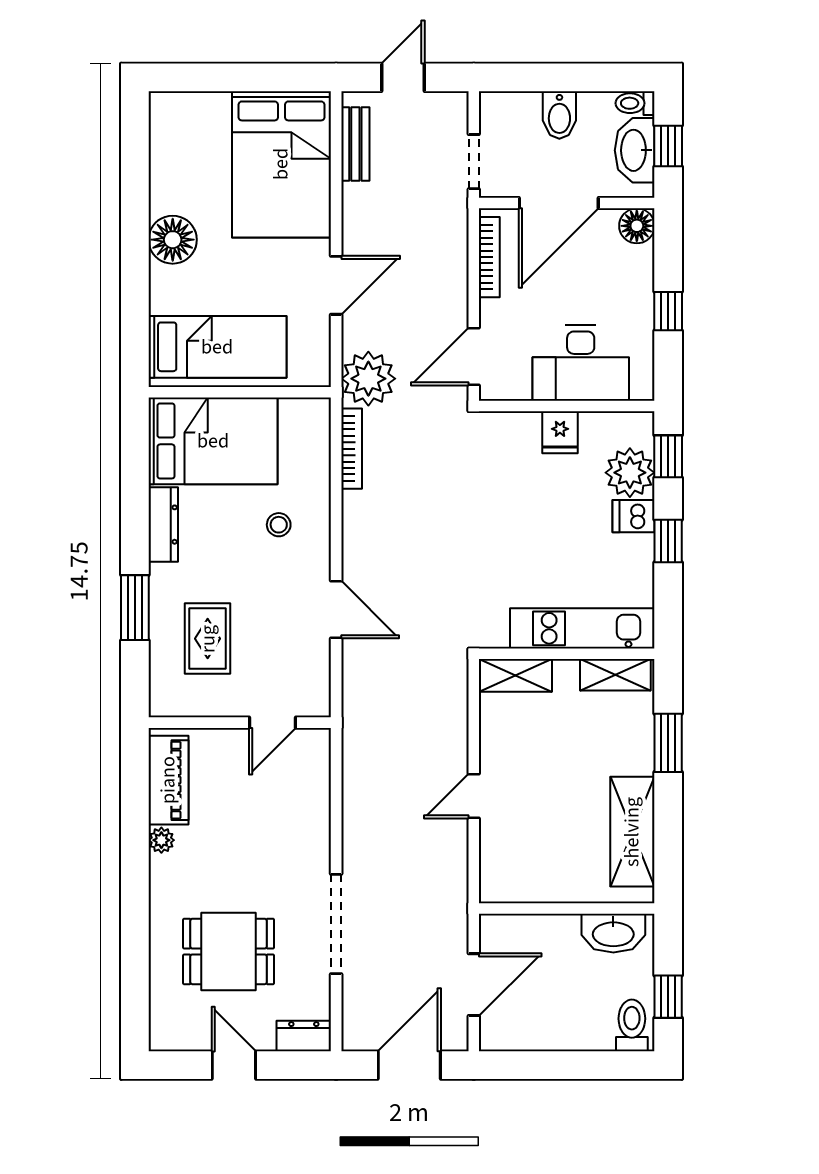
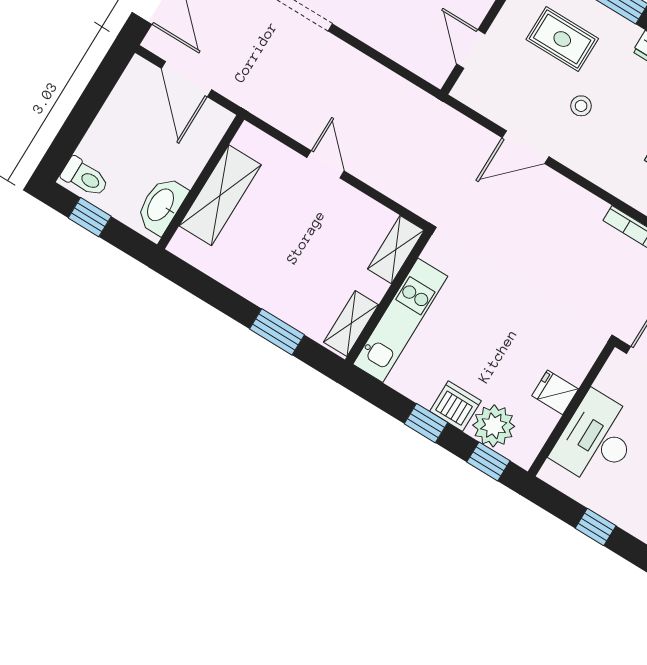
dishwasher: (634, 516) -> (455, 406), width x1.38
stool: (279, 525) -> (581, 106), moved
shelving: (632, 832) -> (220, 195), moved, turned 90

